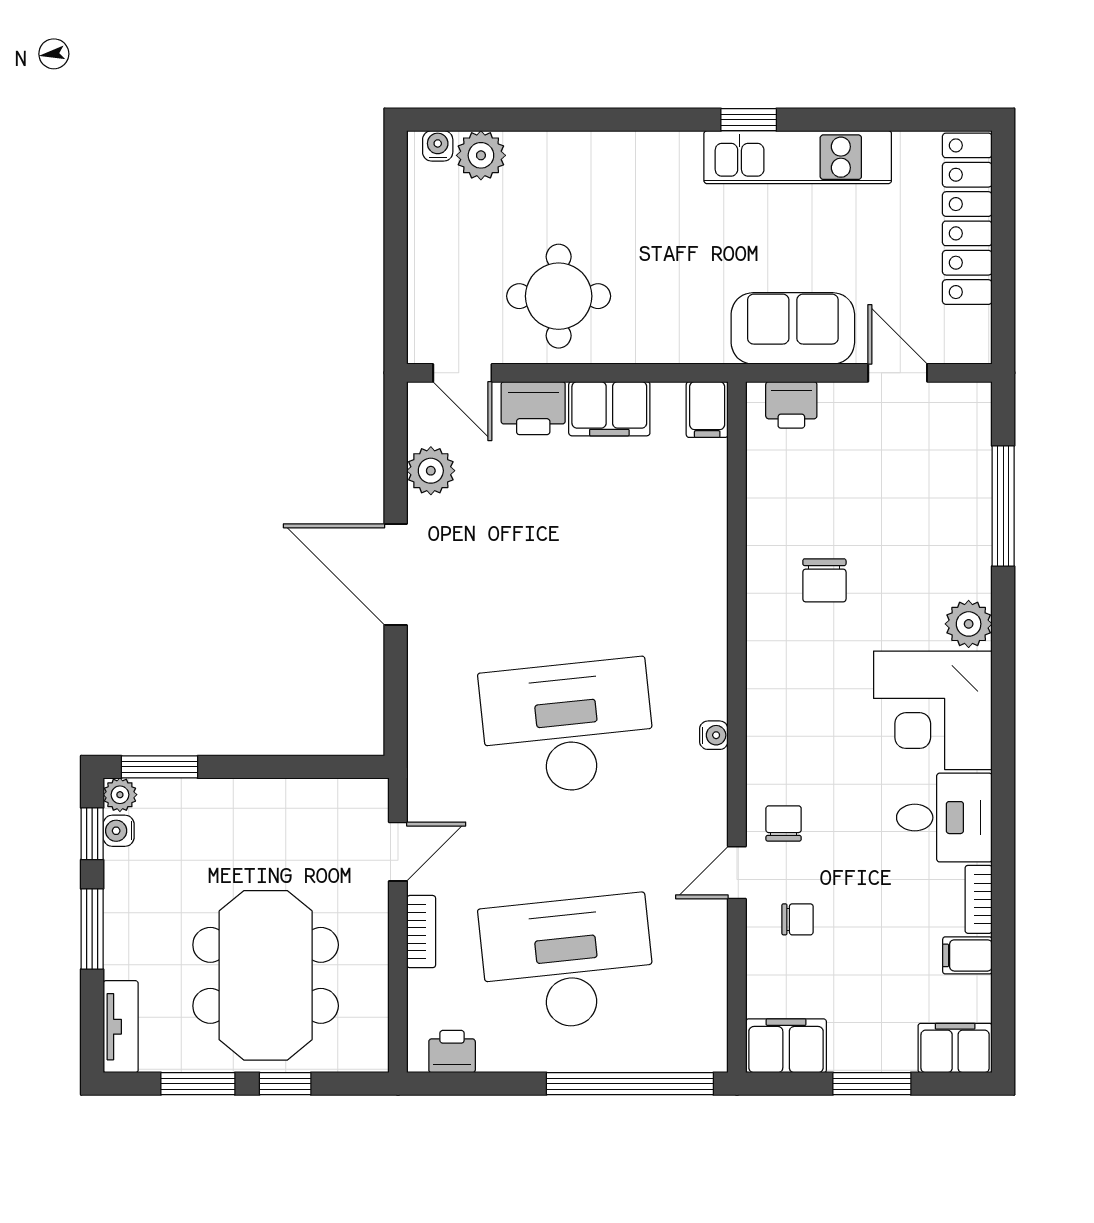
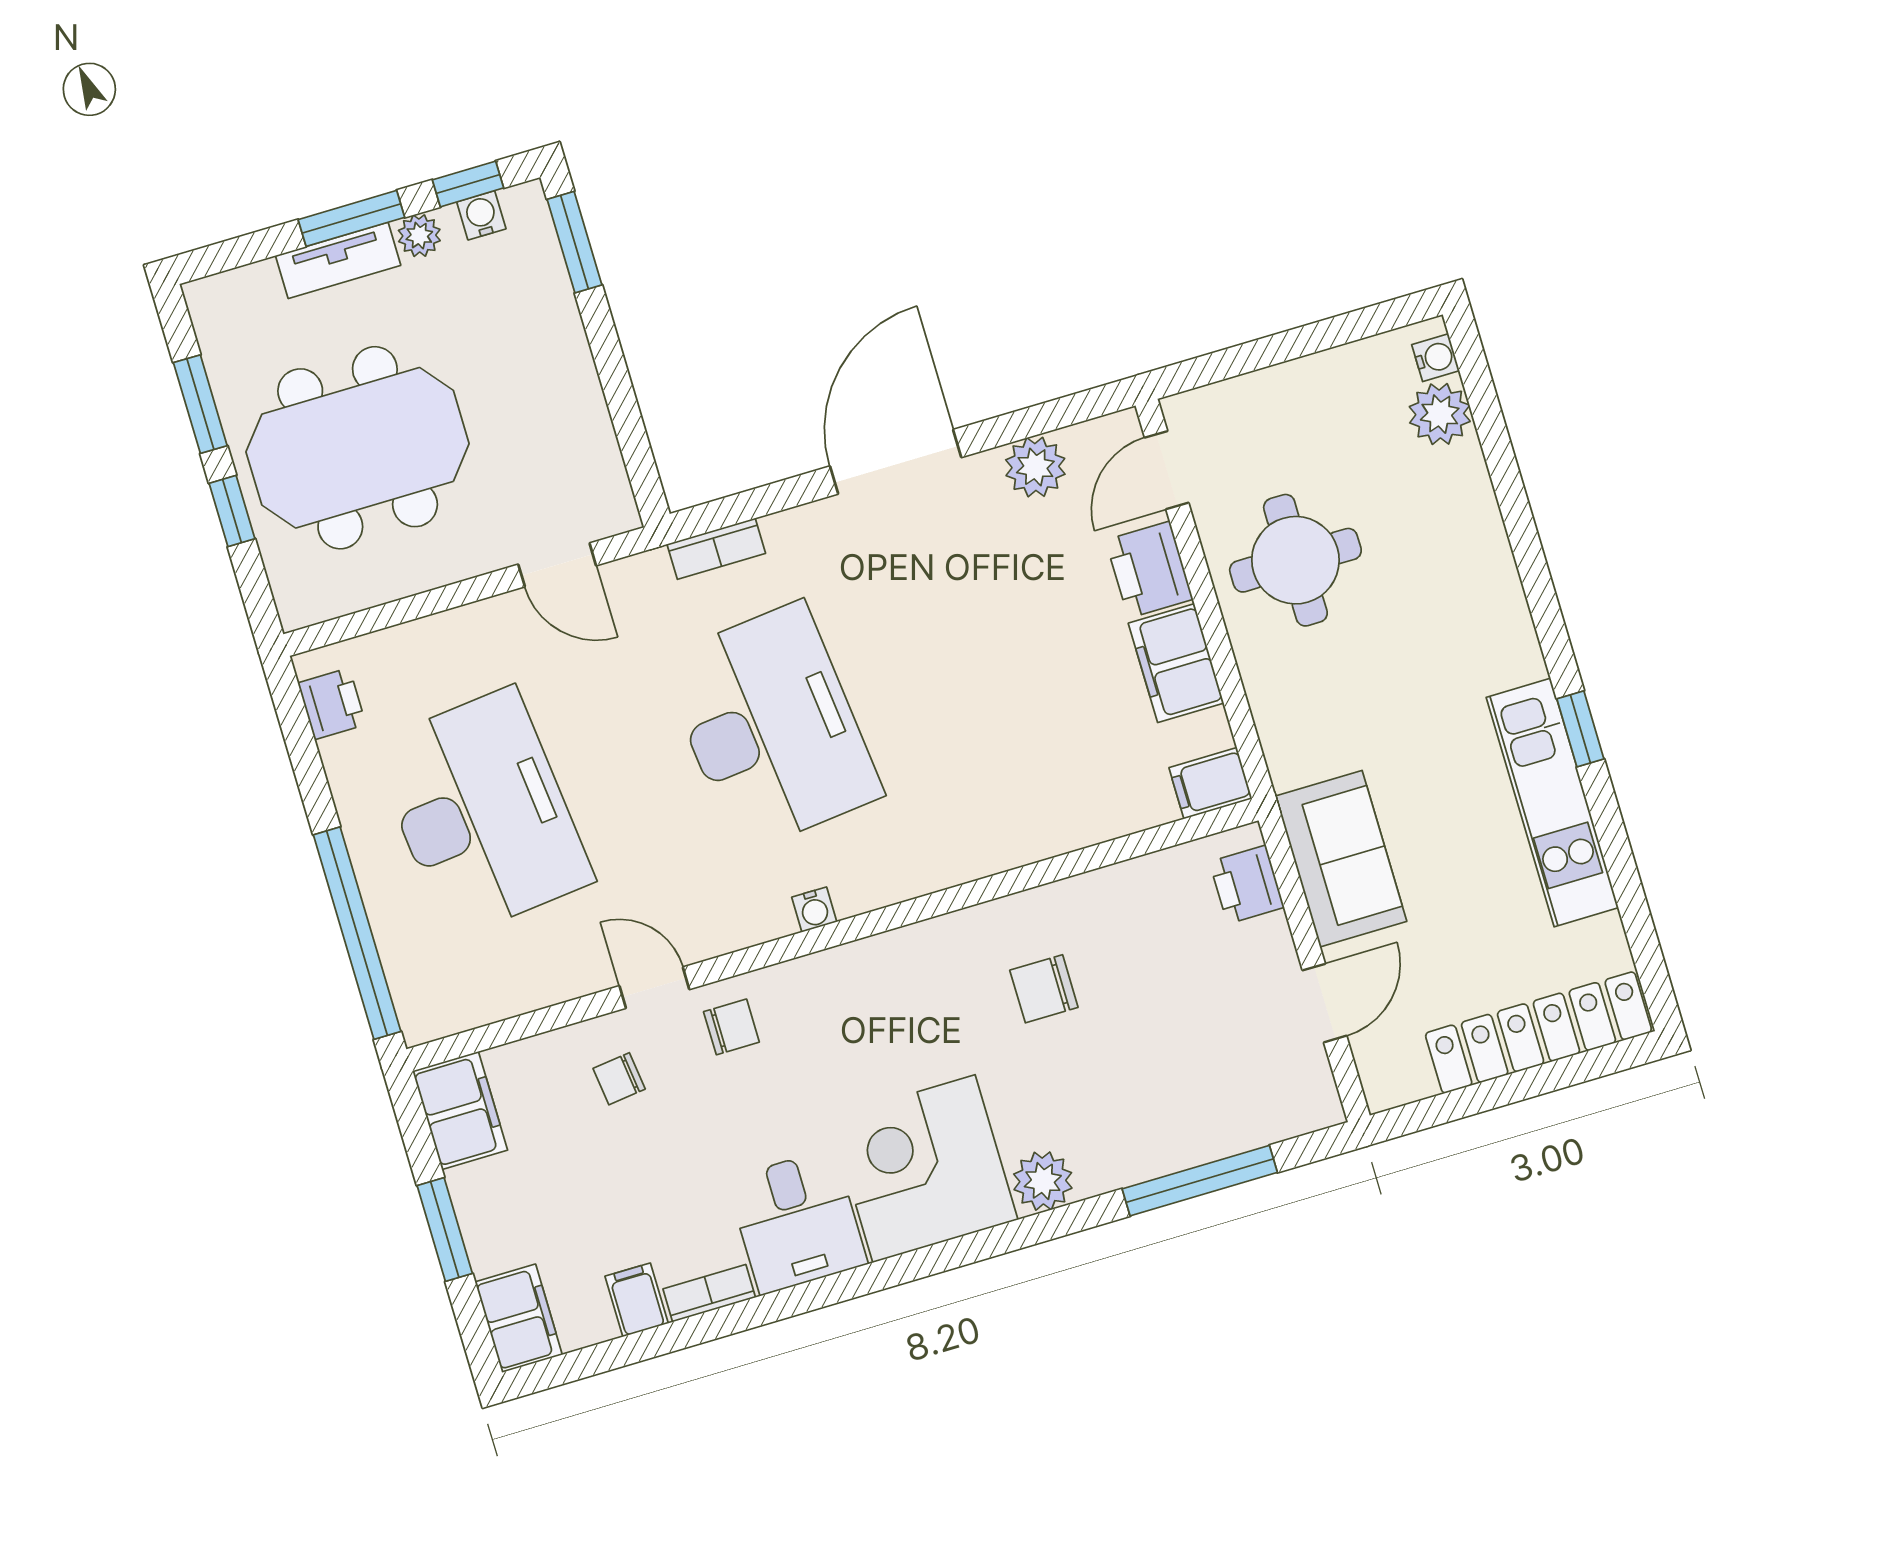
plant: (120, 795) -> (419, 236), moved
chair: (798, 919) -> (619, 1079), turned 83
bookcase: (421, 932) -> (716, 549), moved
tv unit: (121, 1027) -> (338, 260), moved

